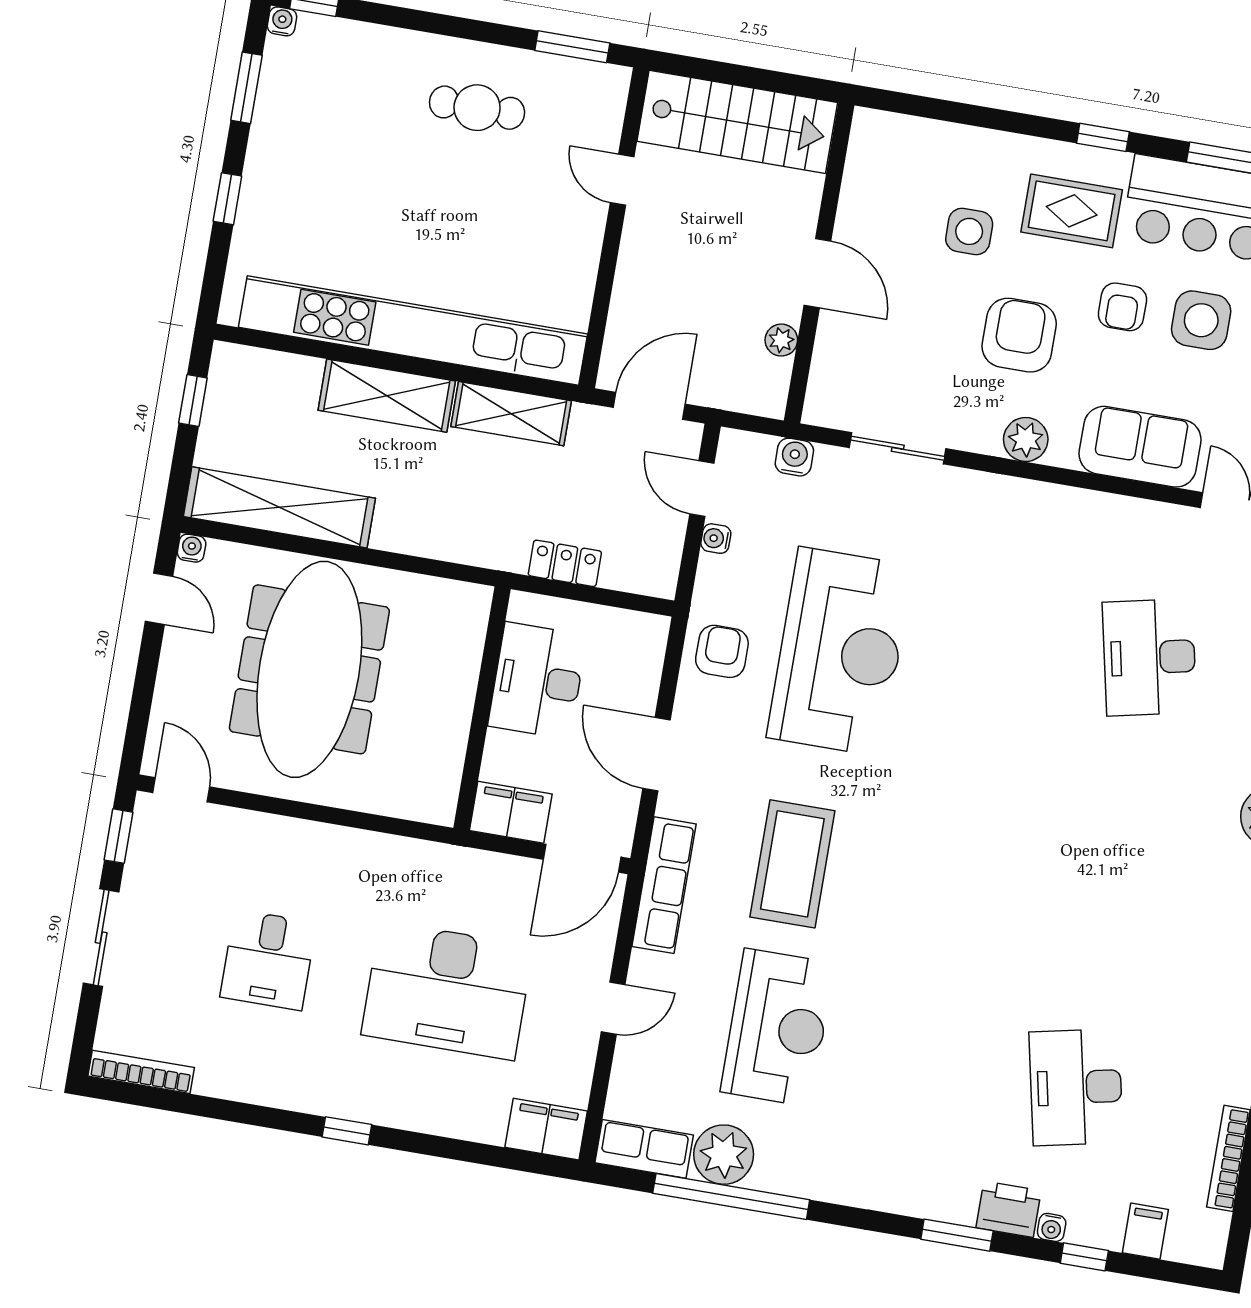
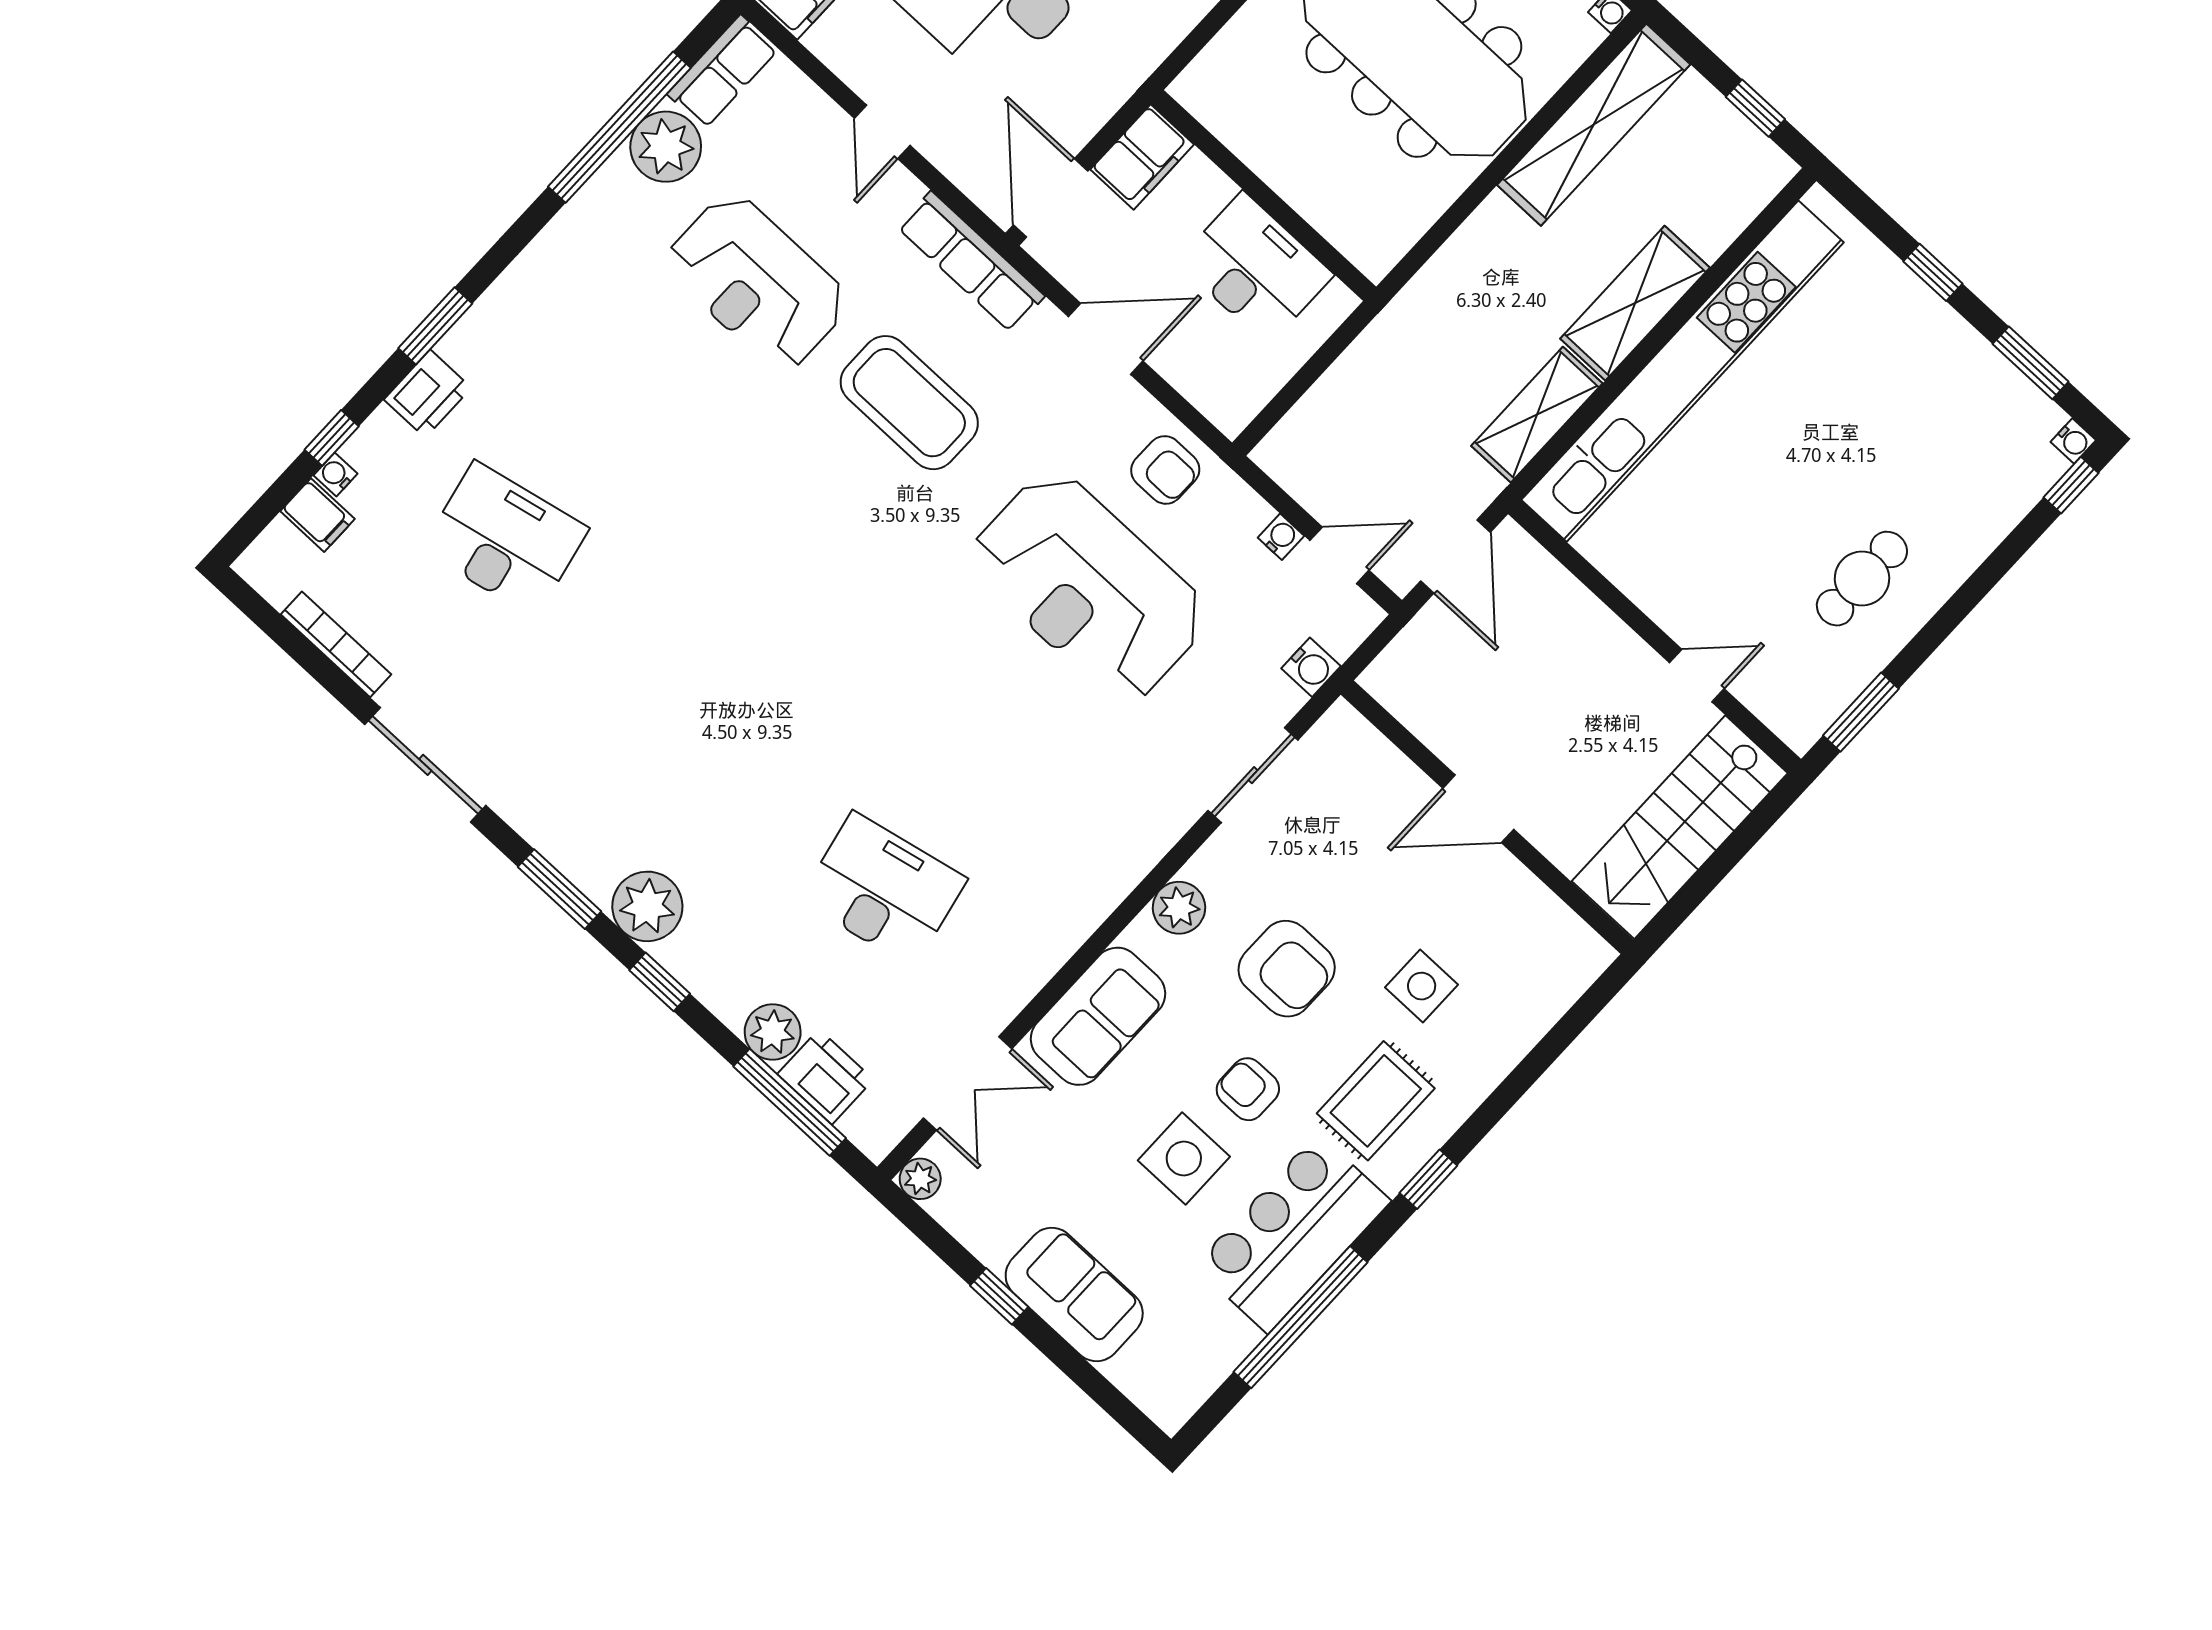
plant: (781, 340) -> (1435, 730), removed
locker: (565, 563) -> (1354, 371), removed
water cooler: (1052, 1227) -> (336, 474), moved

